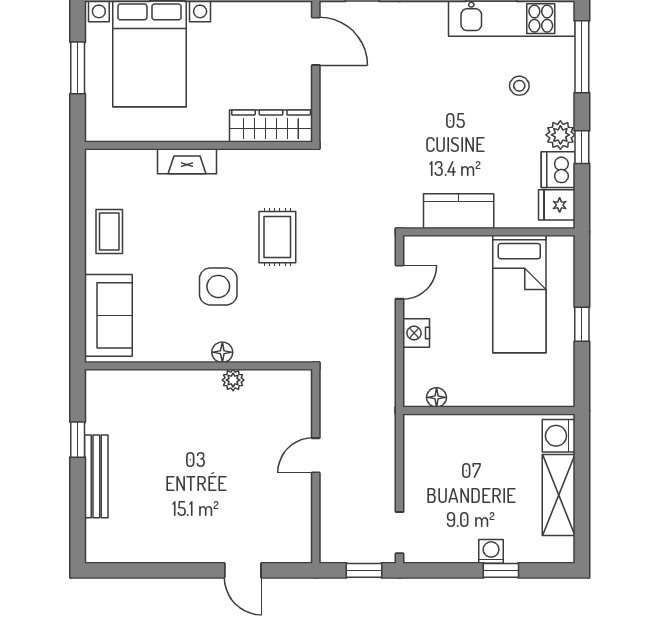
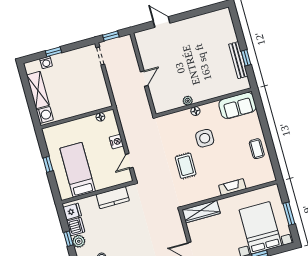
sofa: (108, 315) -> (237, 106), moved, turned -90
bench: (96, 476) -> (238, 60), moved
washing machine: (491, 551) -> (46, 62), moved

